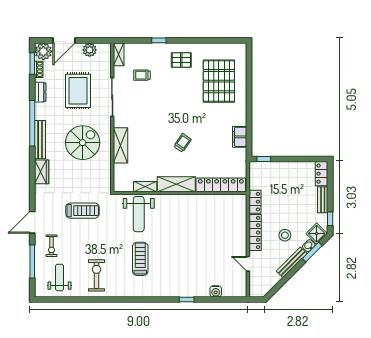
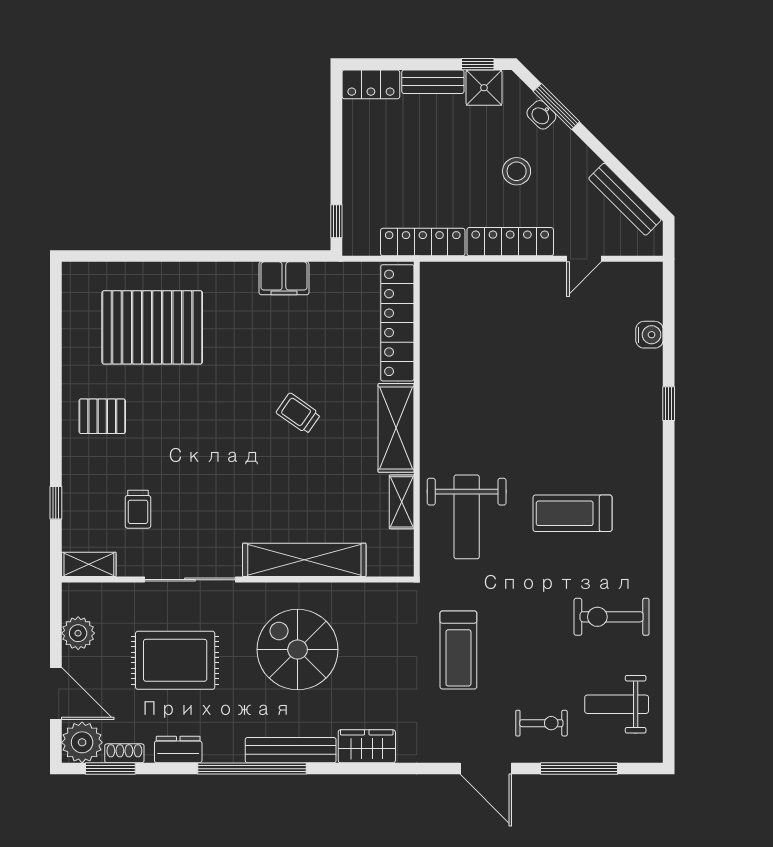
window: (159, 40) -> (56, 503), moved
pallet: (181, 60) -> (102, 416), turned 90
shelving: (121, 145) -> (304, 560), width x1.47
locker: (255, 202) -> (423, 242), width x1.53
treadmill: (82, 211) -> (458, 650), turned 180
weight bench: (139, 214) -> (467, 517), turned 90
shower: (317, 234) -> (484, 88), moved, turned 45
bench: (292, 262) -> (625, 199), moved

